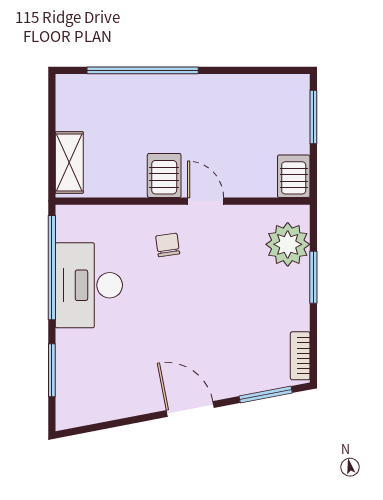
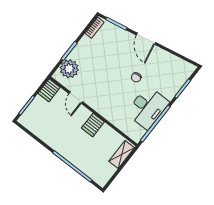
door: (206, 201) -> (76, 98), moved
chair: (168, 245) -> (136, 77), moved

